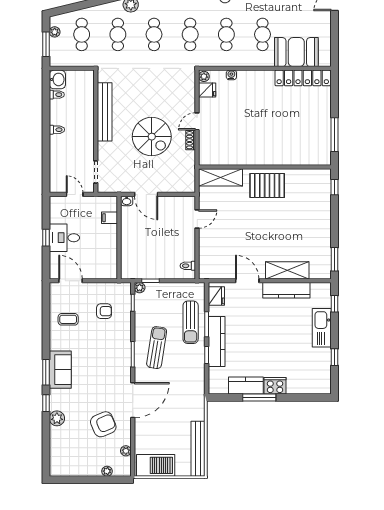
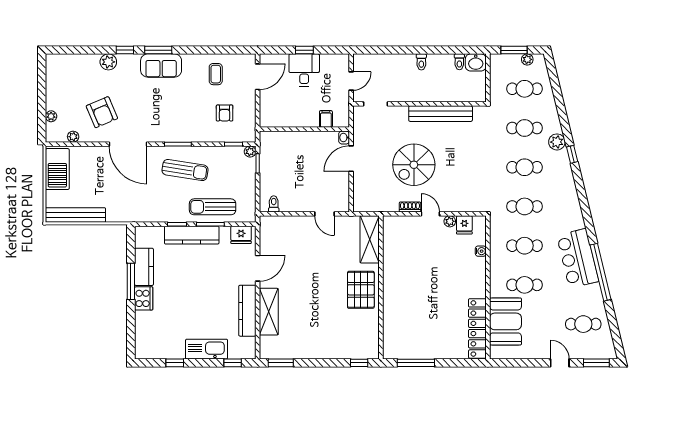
plant: (204, 76) -> (450, 221), moved

